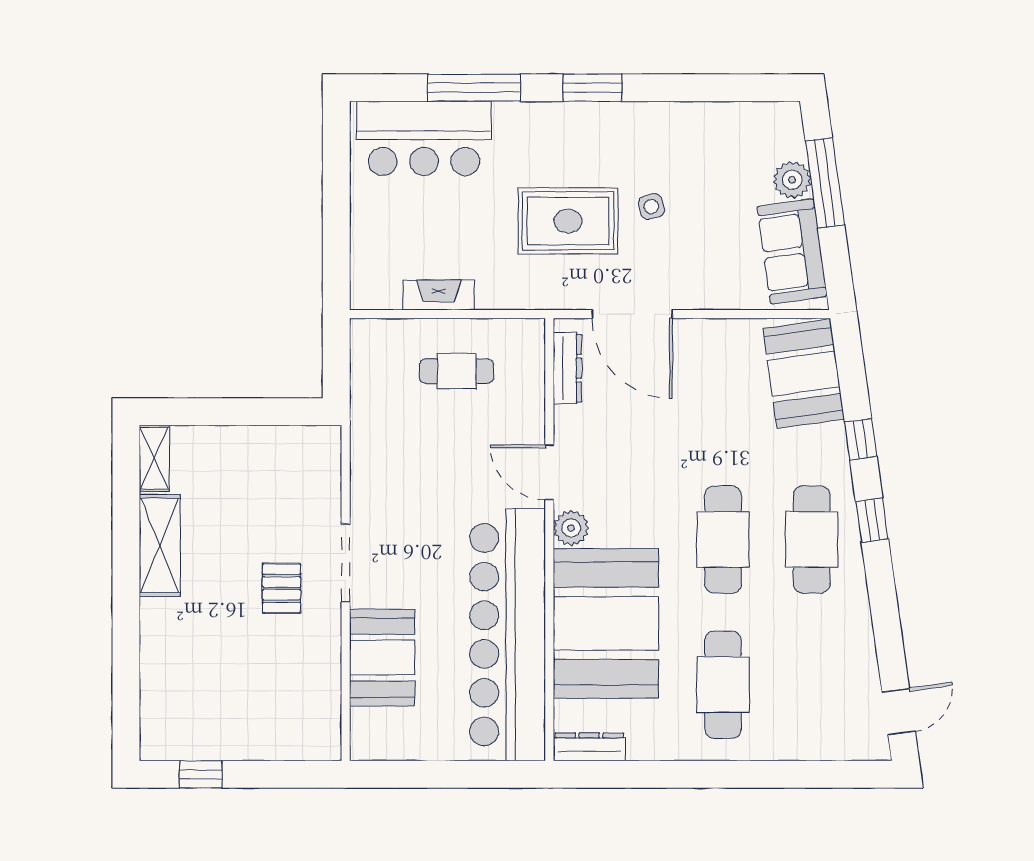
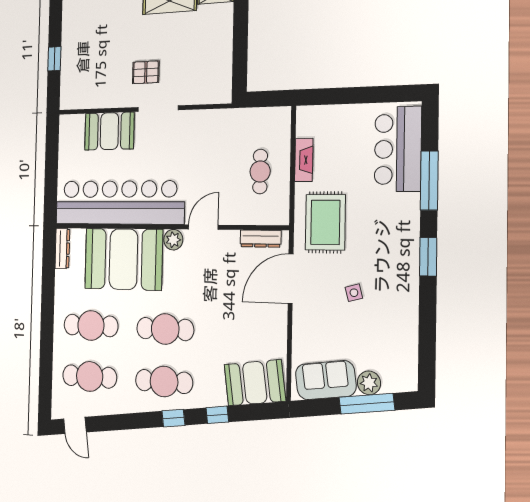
rug: (568, 221) -> (325, 222), moved
cafe table: (812, 685) -> (90, 376), added
window: (201, 774) -> (54, 59), moved

